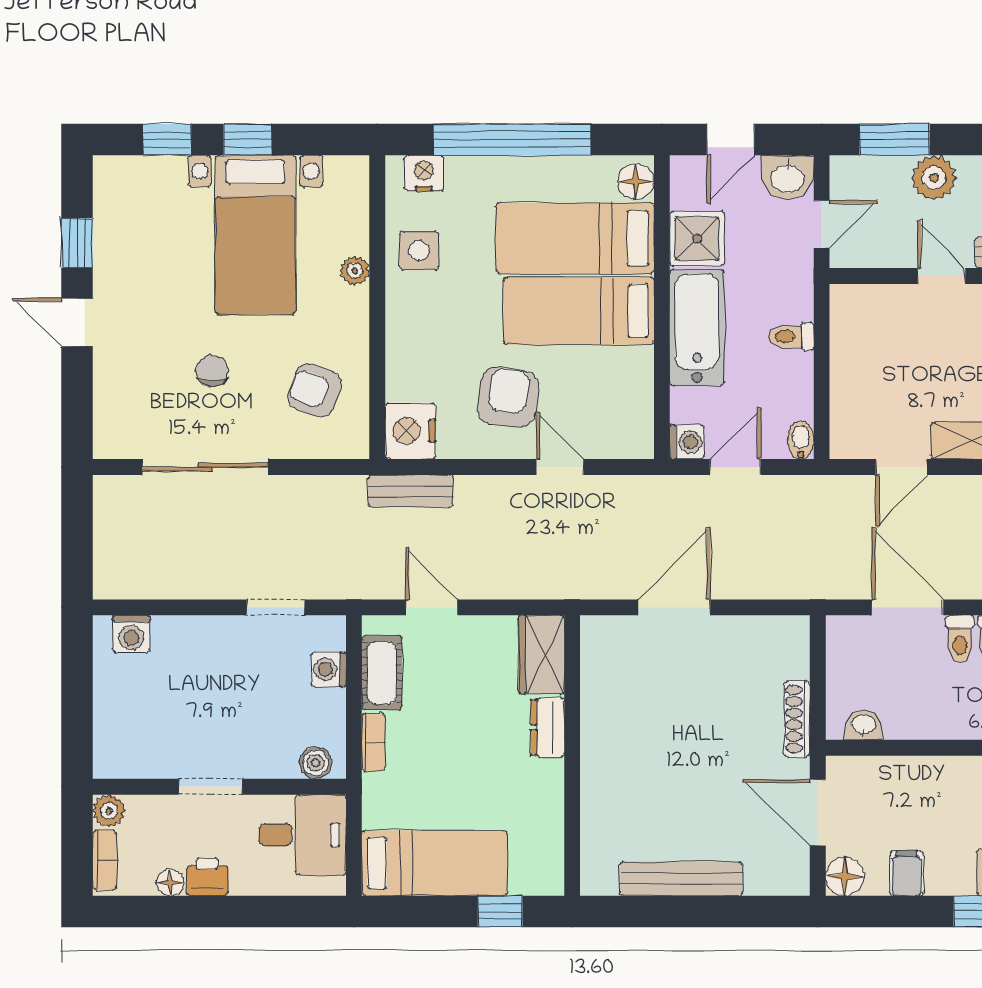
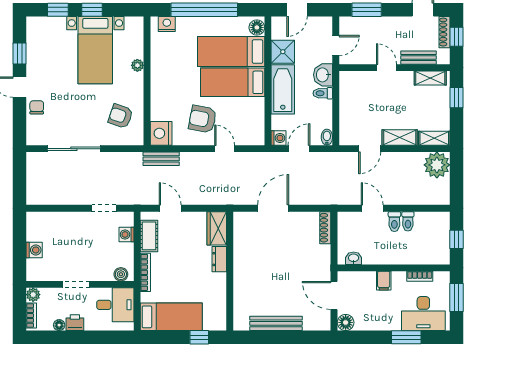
washbasin: (788, 177) -> (323, 75), moved, turned 90
plant: (934, 178) -> (383, 26), removed
side table: (419, 251) -> (165, 57), removed
chair: (212, 371) -> (37, 107), moved
armchair: (508, 397) -> (203, 119), turned -87
door: (907, 607) -> (372, 208), width x0.73
washing machine: (131, 634) -> (34, 250), moved, turned -90
shoe rack: (797, 719) -> (325, 228), moved
bookcase: (373, 742) -> (145, 272), width x1.56
filing cabinet: (907, 873) -> (384, 281), moved, turned 180

